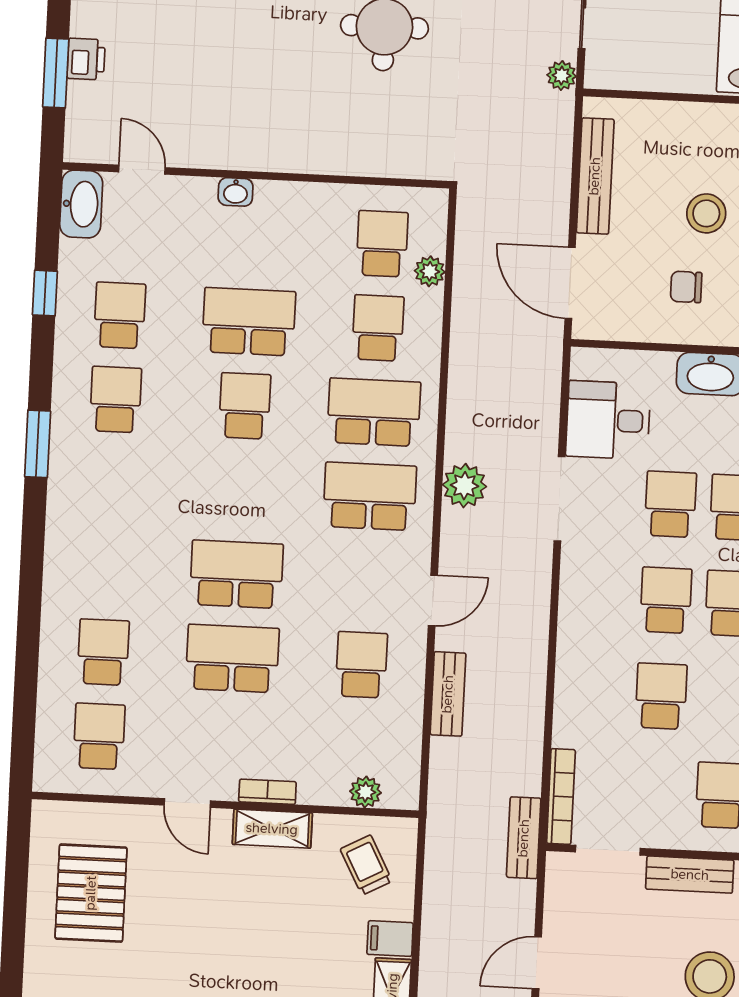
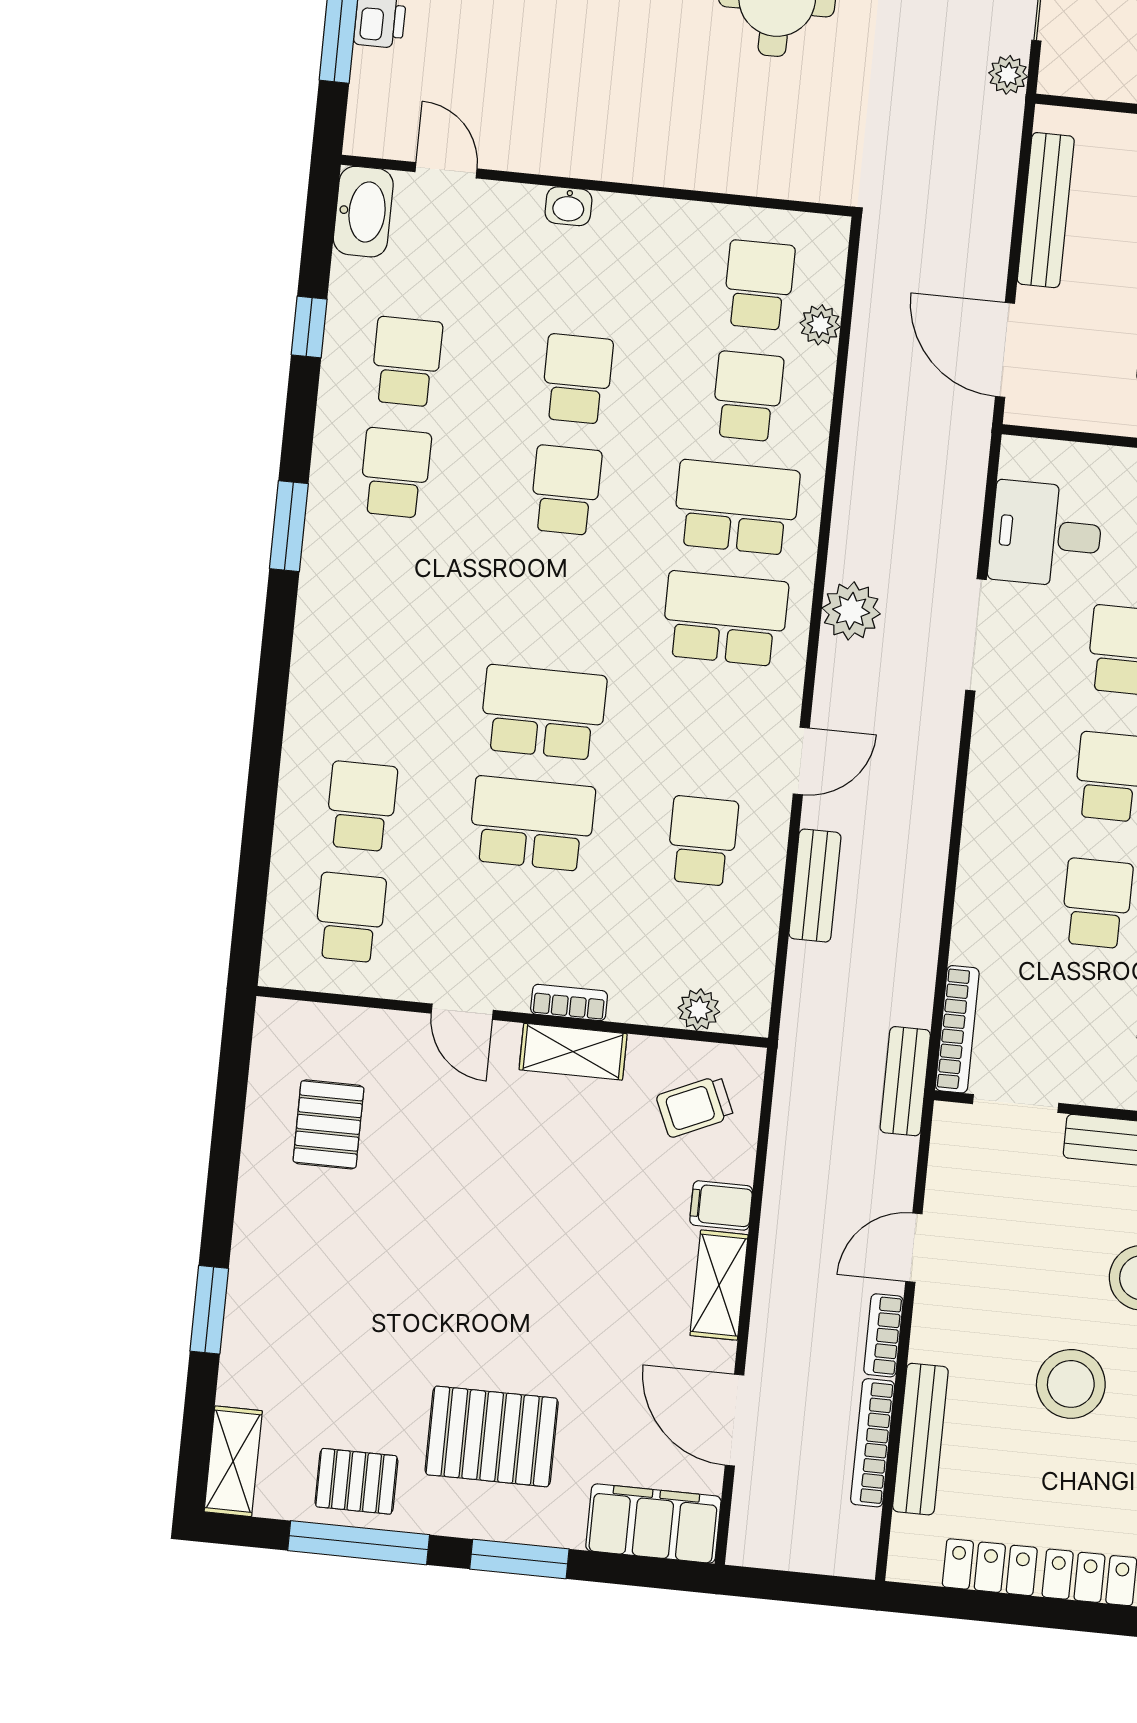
school desk: (249, 322) -> (577, 379), width x0.54
trolley: (366, 865) -> (695, 1106), turned -86
pallet: (91, 893) -> (328, 1124), width x0.67, depth x0.71

